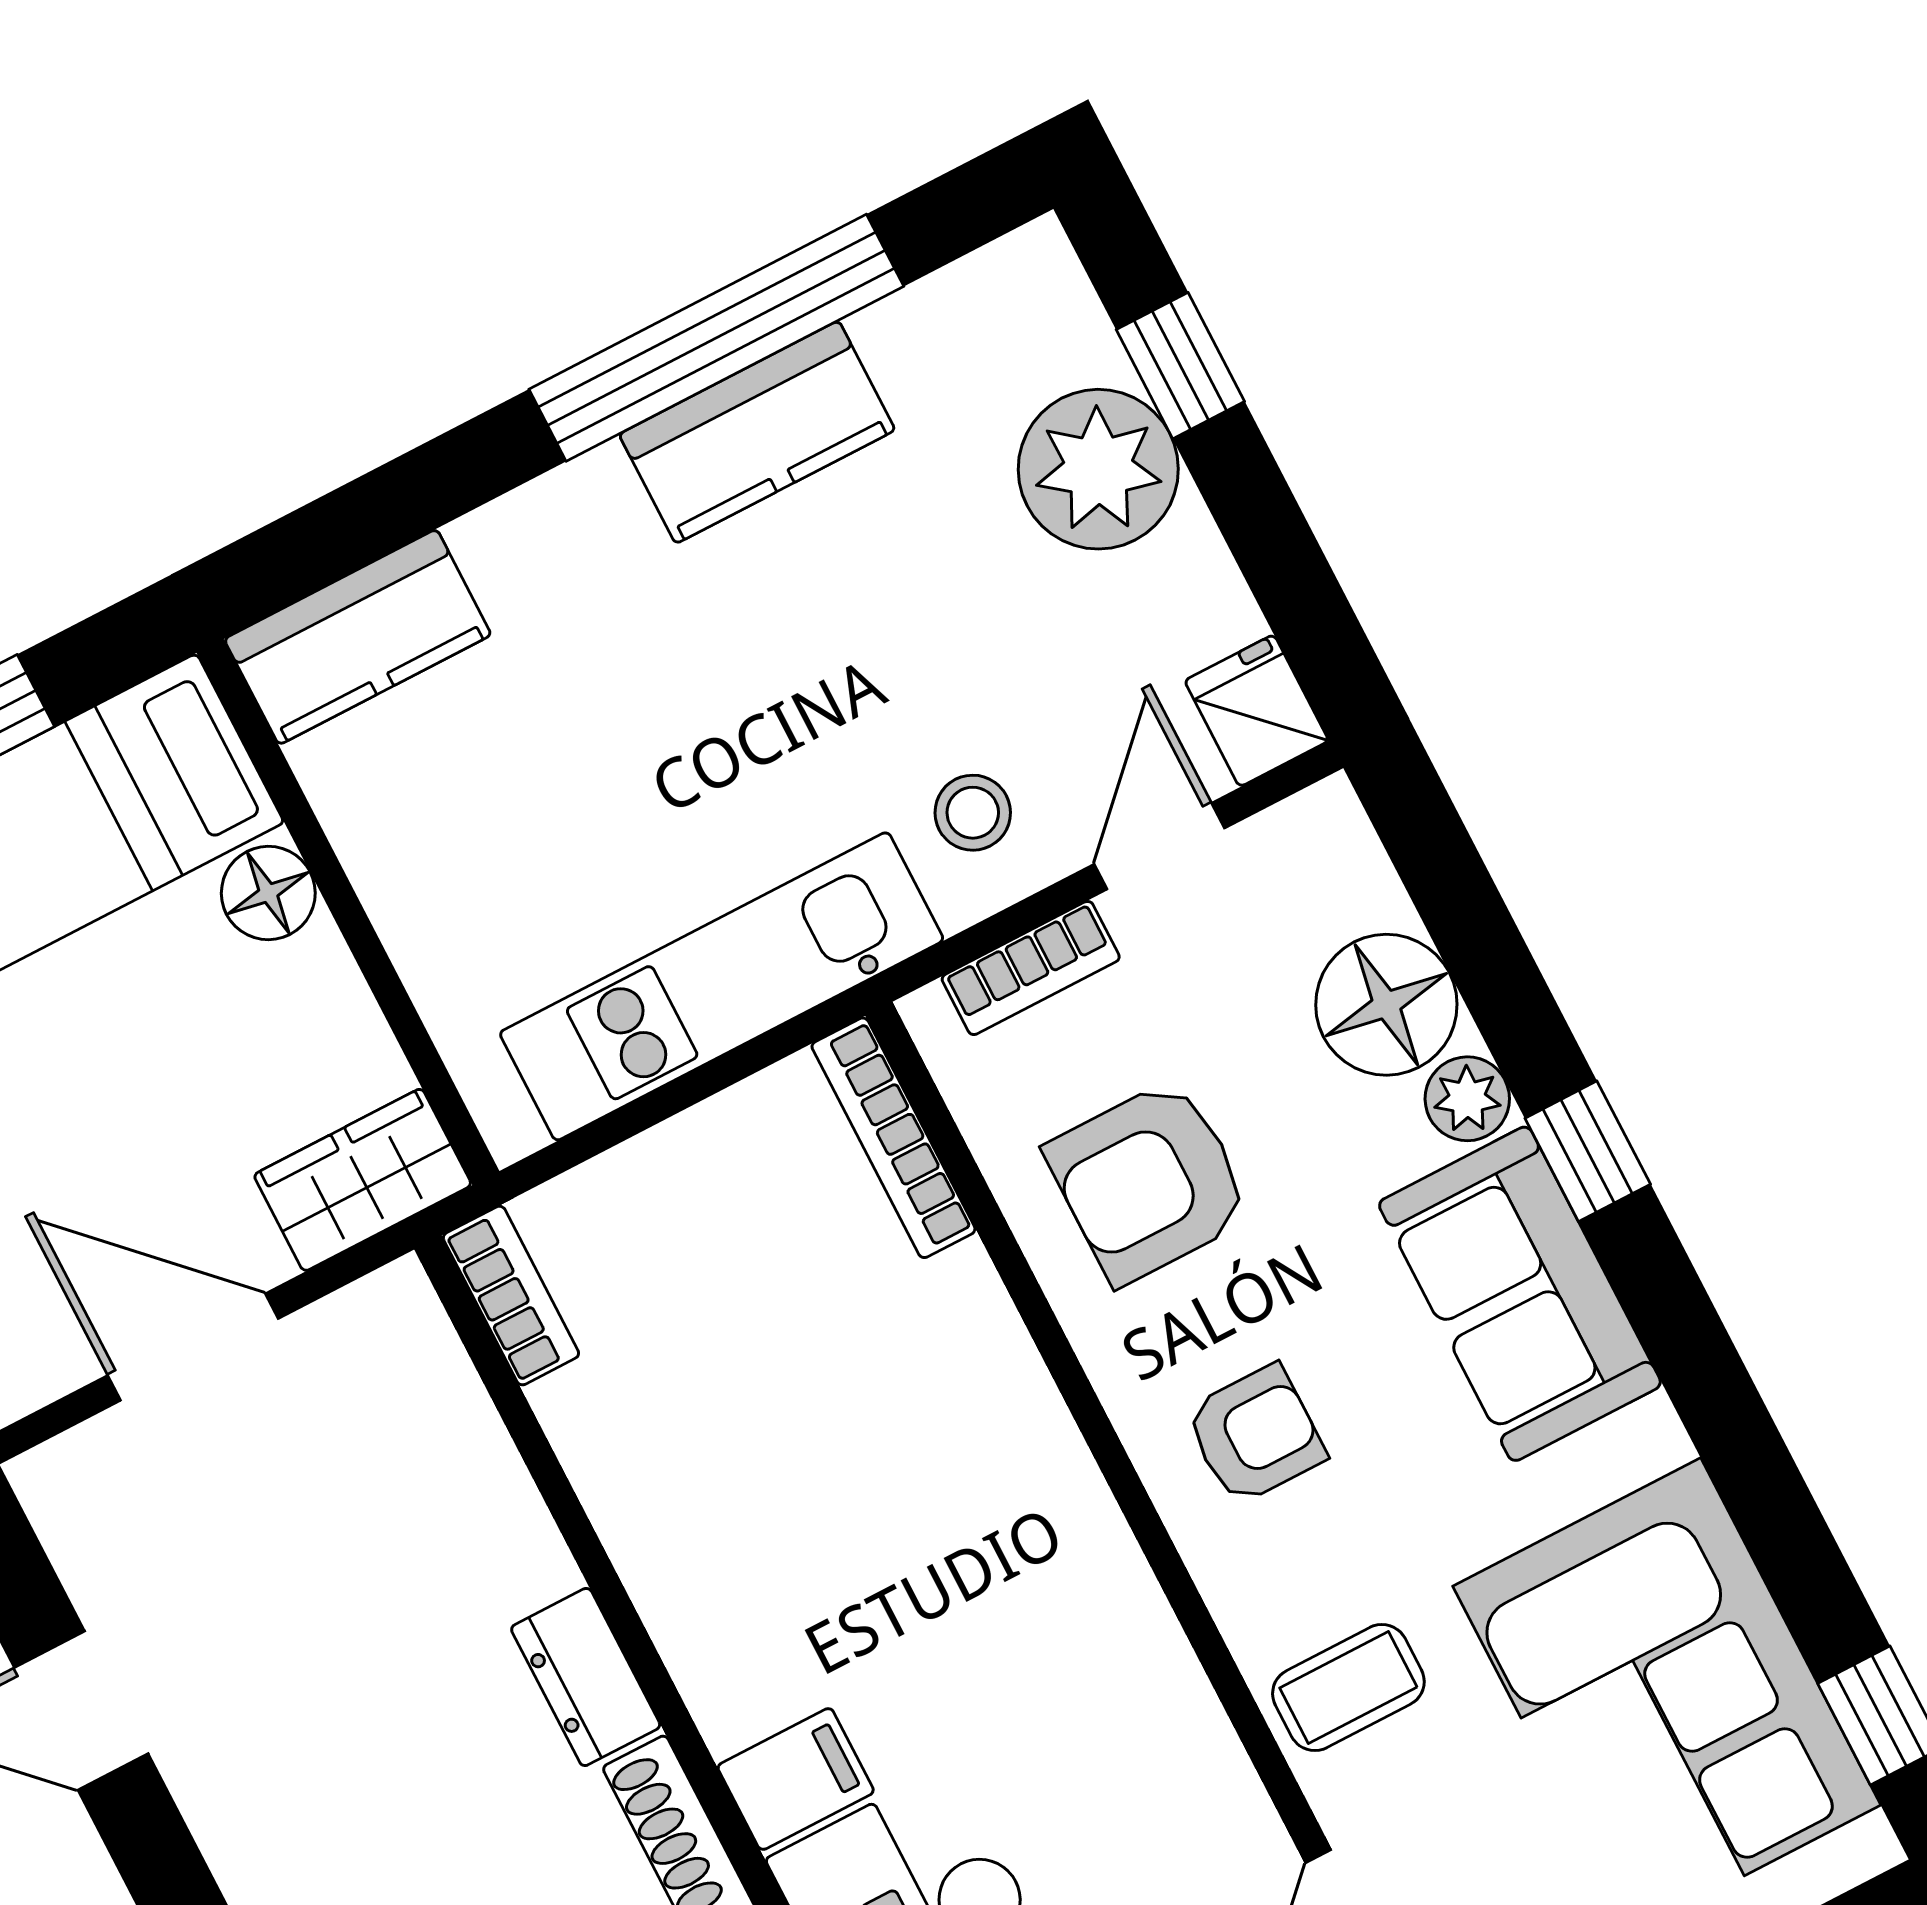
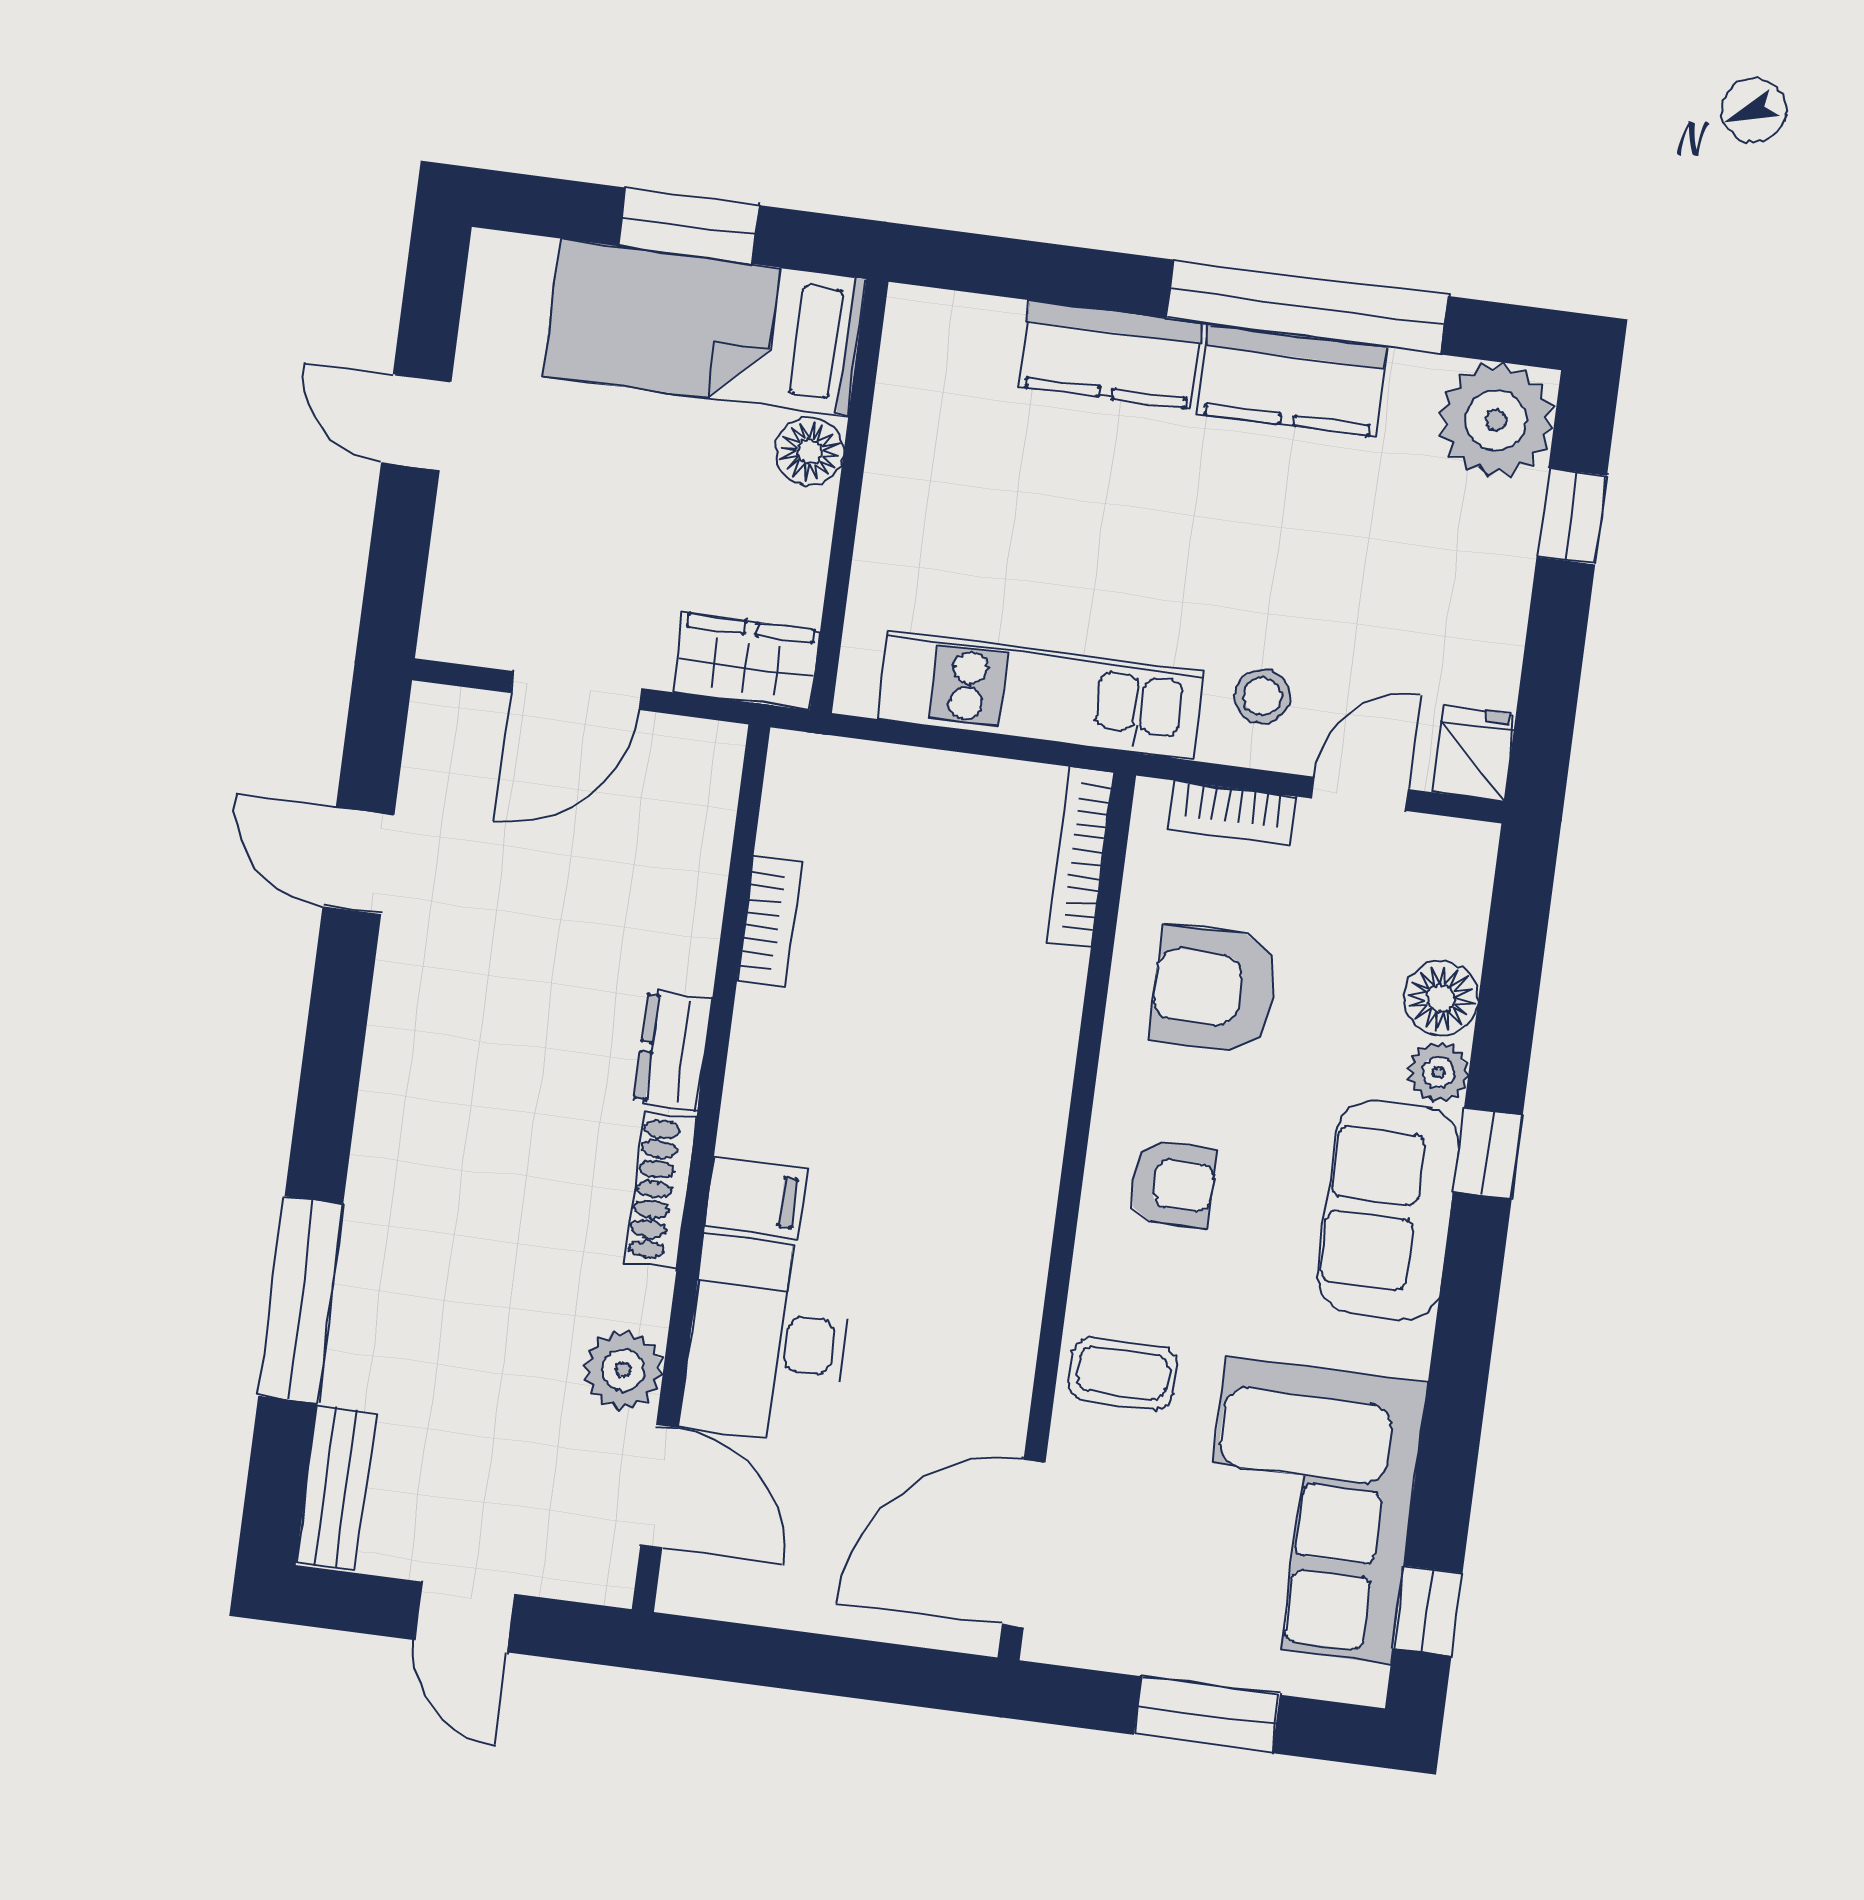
plant: (1098, 469) -> (1496, 420), moved
kitchen counter: (358, 637) -> (1111, 355), moved
floor lamp: (1386, 1005) -> (1441, 998), width x0.73, depth x0.73
bookcase: (511, 1296) -> (770, 922), moved
door: (193, 1347) -> (576, 691), swing flipped

